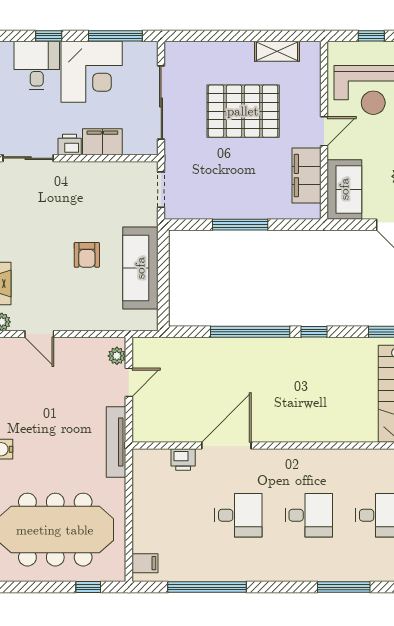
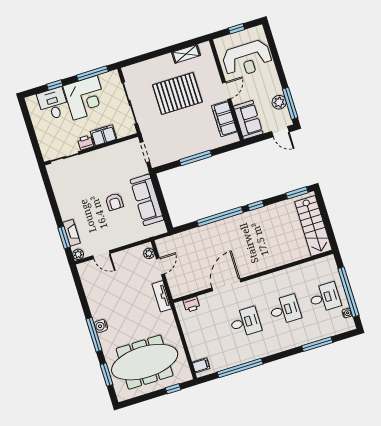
tv unit: (116, 442) -> (162, 296), width x0.71
printer: (183, 460) -> (191, 304), moved

